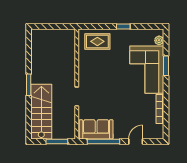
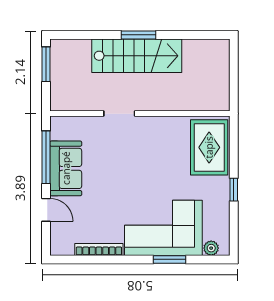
rug: (97, 41) -> (209, 147), width x1.36, depth x1.43
stairs: (41, 112) -> (137, 56), moved
sofa: (96, 129) -> (66, 168), moved
window: (57, 141) -> (46, 64), moved

